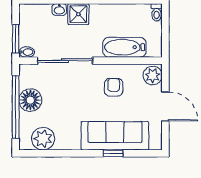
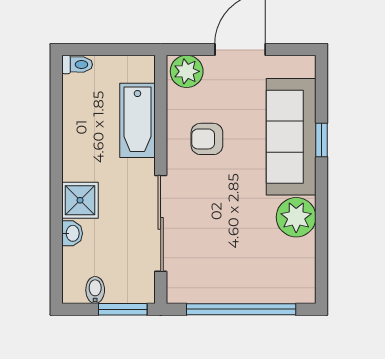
bidet: (27, 52) -> (95, 290), moved
floor lamp: (30, 100) -> (229, 284), removed
plant: (43, 139) -> (296, 217), moved

